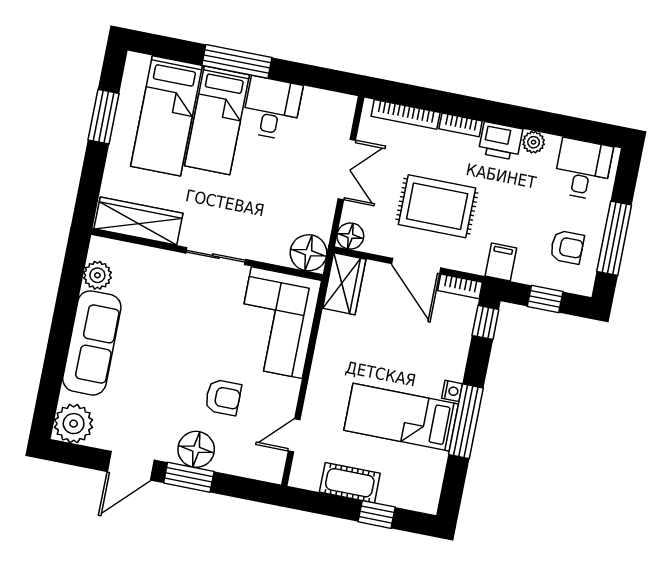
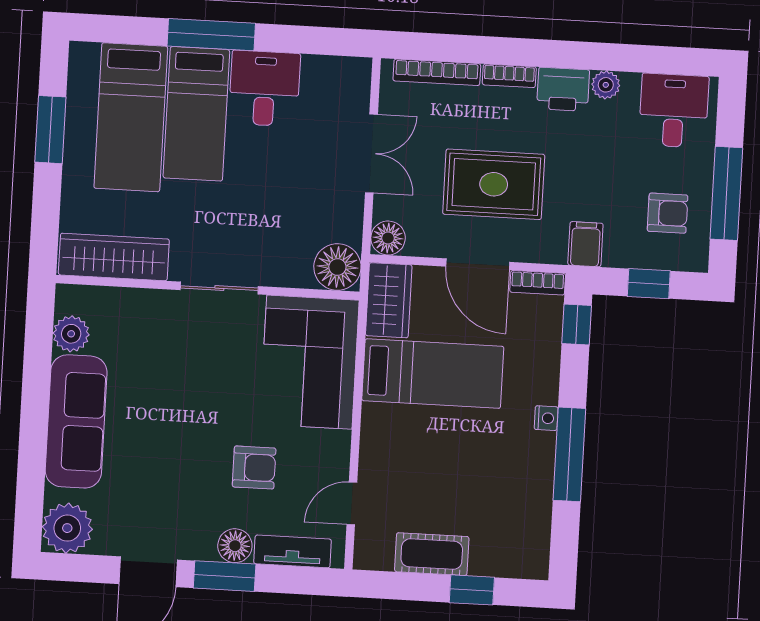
bed: (401, 417) -> (433, 374), moved, turned 180
floor lamp: (196, 449) -> (235, 546), width x0.73, depth x0.73
tv unit: (244, 466) -> (293, 551), added

